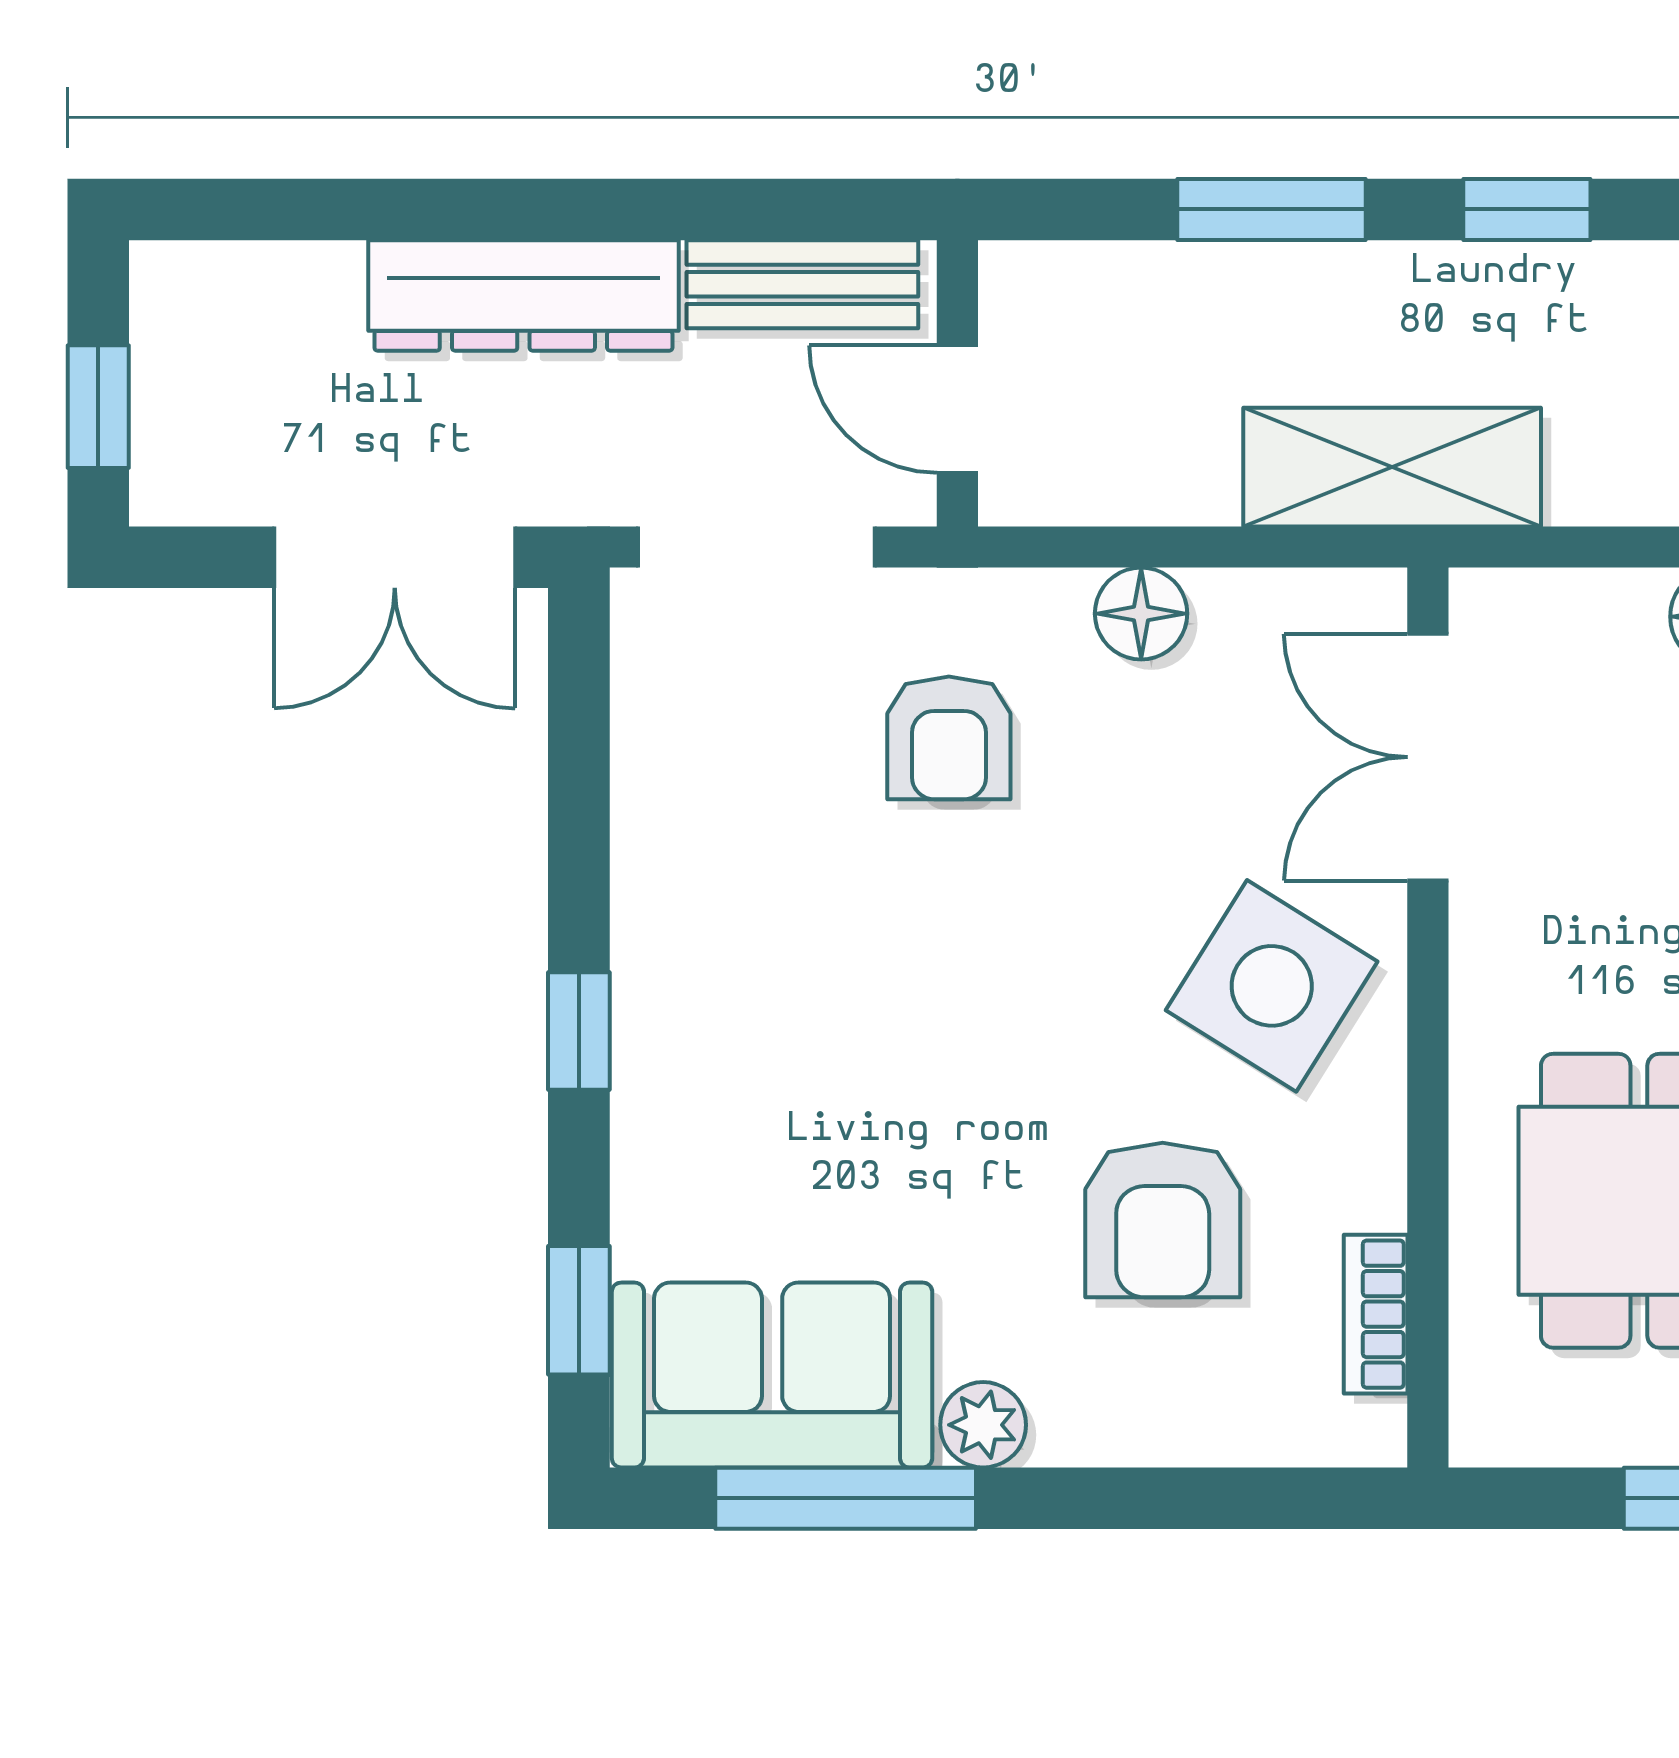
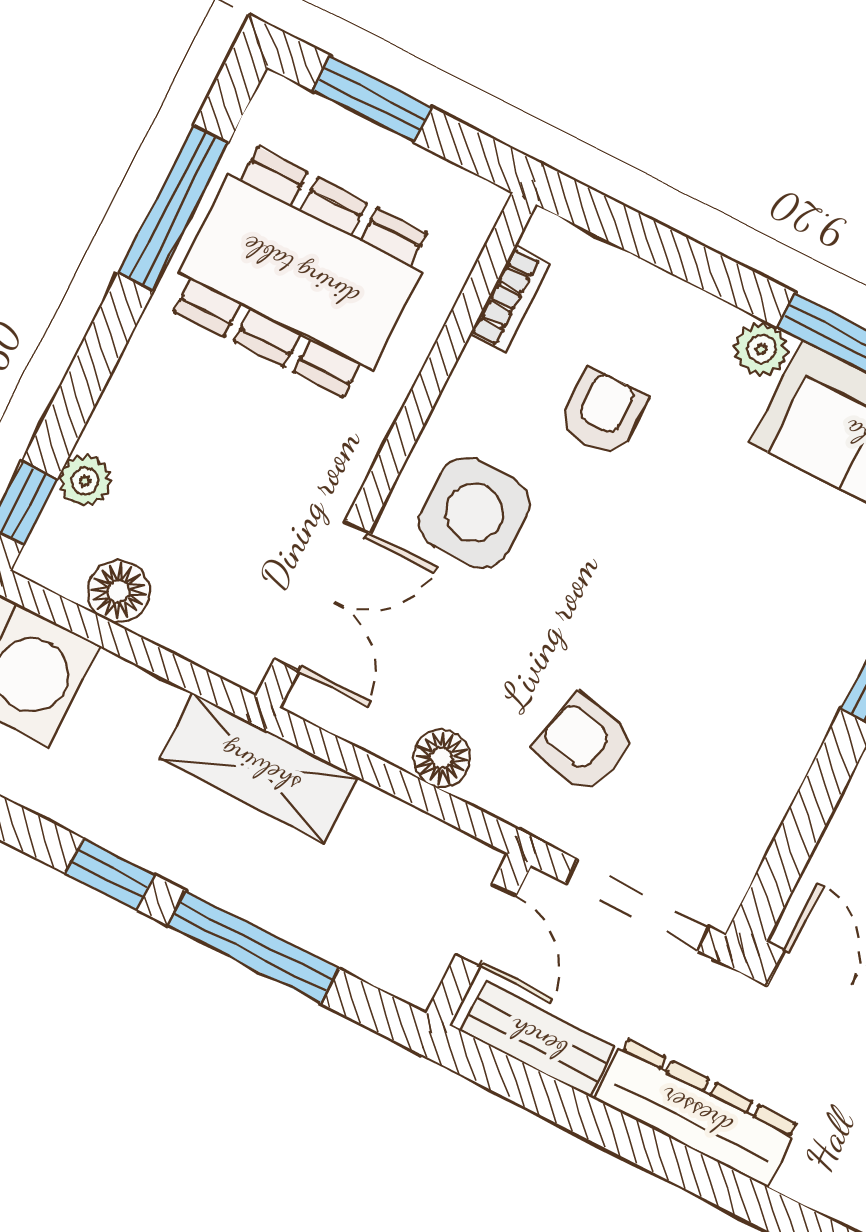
window: (1272, 209) -> (253, 947), width x1.44
armchair: (949, 738) -> (584, 743), turned -77
side table: (1272, 986) -> (474, 512), turned -32
armchair: (1163, 1220) -> (602, 412), width x0.72, depth x0.72

